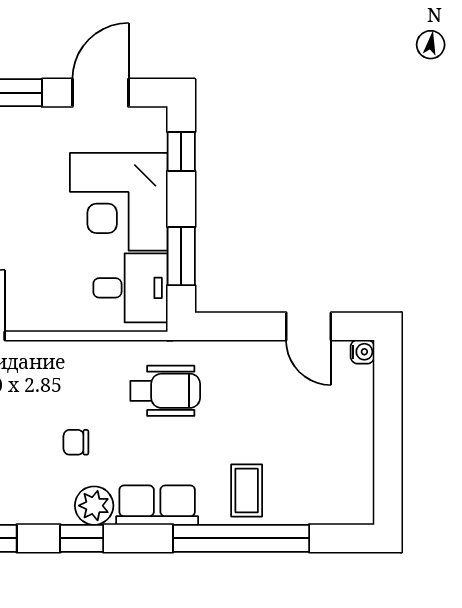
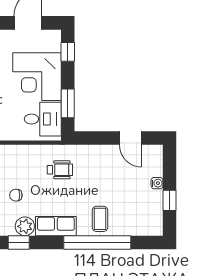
water cooler: (362, 352) -> (157, 183), moved
wheelchair: (165, 391) -> (60, 170), width x0.73, depth x0.73
window: (388, 453) -> (170, 200), added

